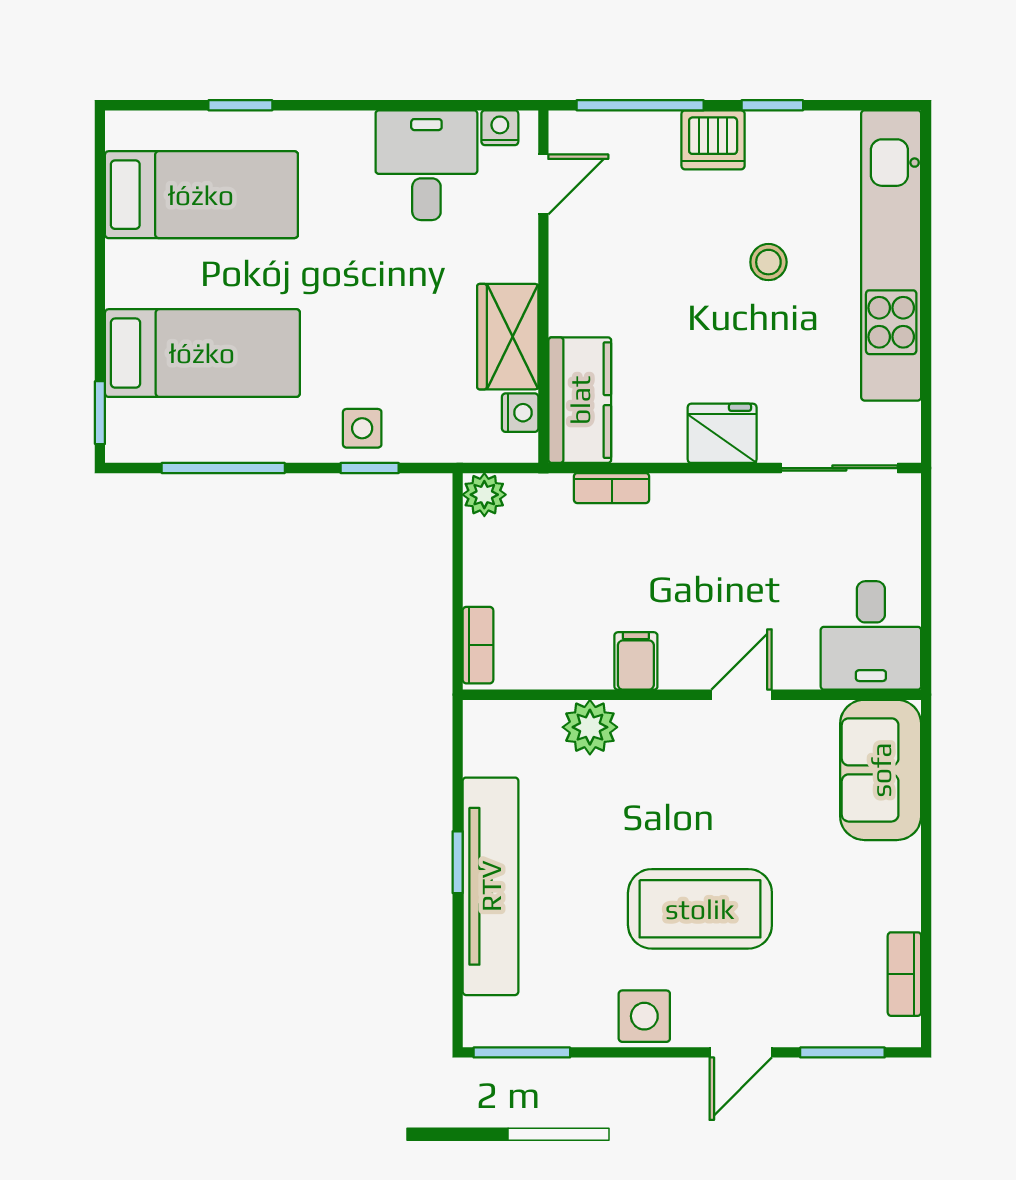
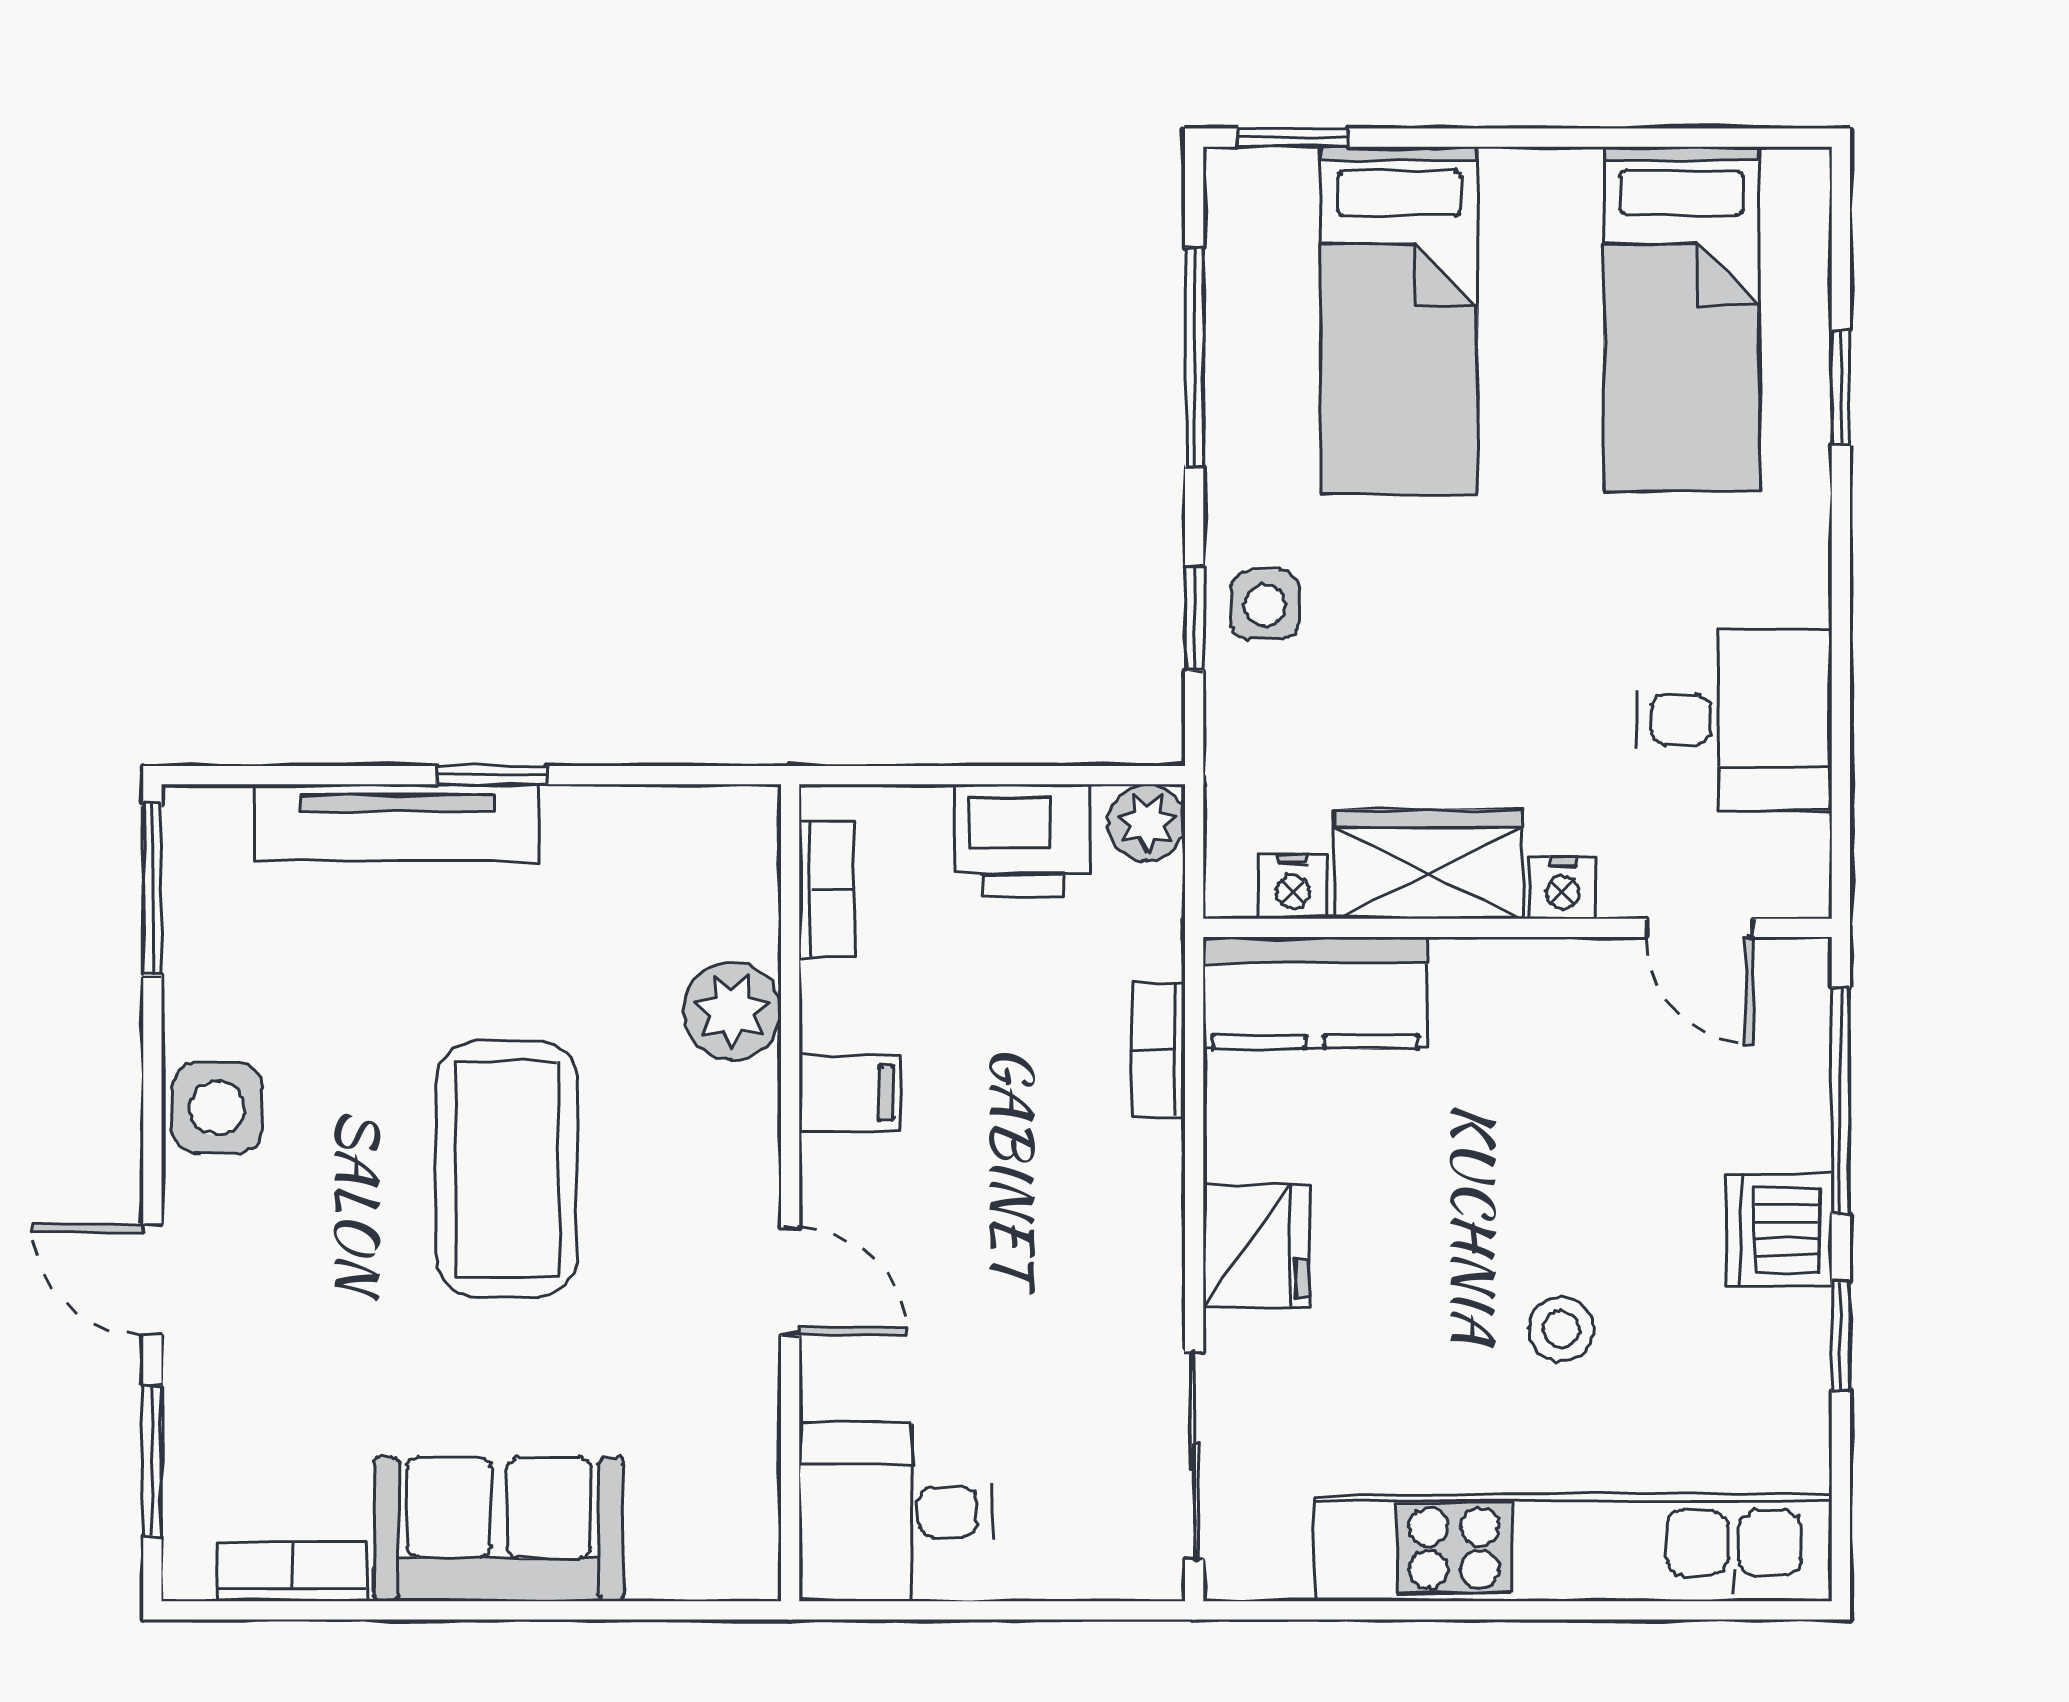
nightstand: (500, 128) -> (1563, 888), moved, turned 90
printer: (494, 565) -> (1022, 840), added
bookcase: (478, 645) -> (826, 889), moved, turned -90
sofa: (881, 770) -> (499, 1529), moved
tv unit: (491, 886) -> (397, 823), width x0.73, depth x0.78
coffee table: (700, 909) -> (507, 1169), moved

